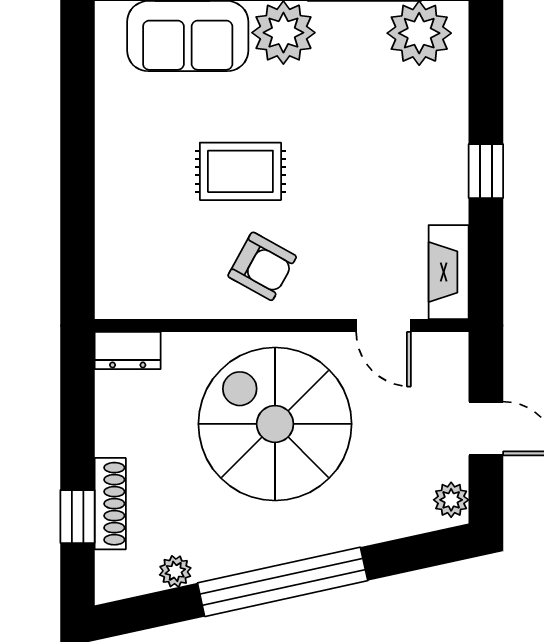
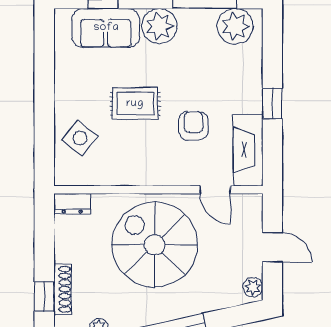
side table: (141, 233) -> (80, 138), added
armchair: (262, 266) -> (194, 126), moved, turned -119
fireplace: (449, 272) -> (248, 150), width x1.37, depth x1.32

